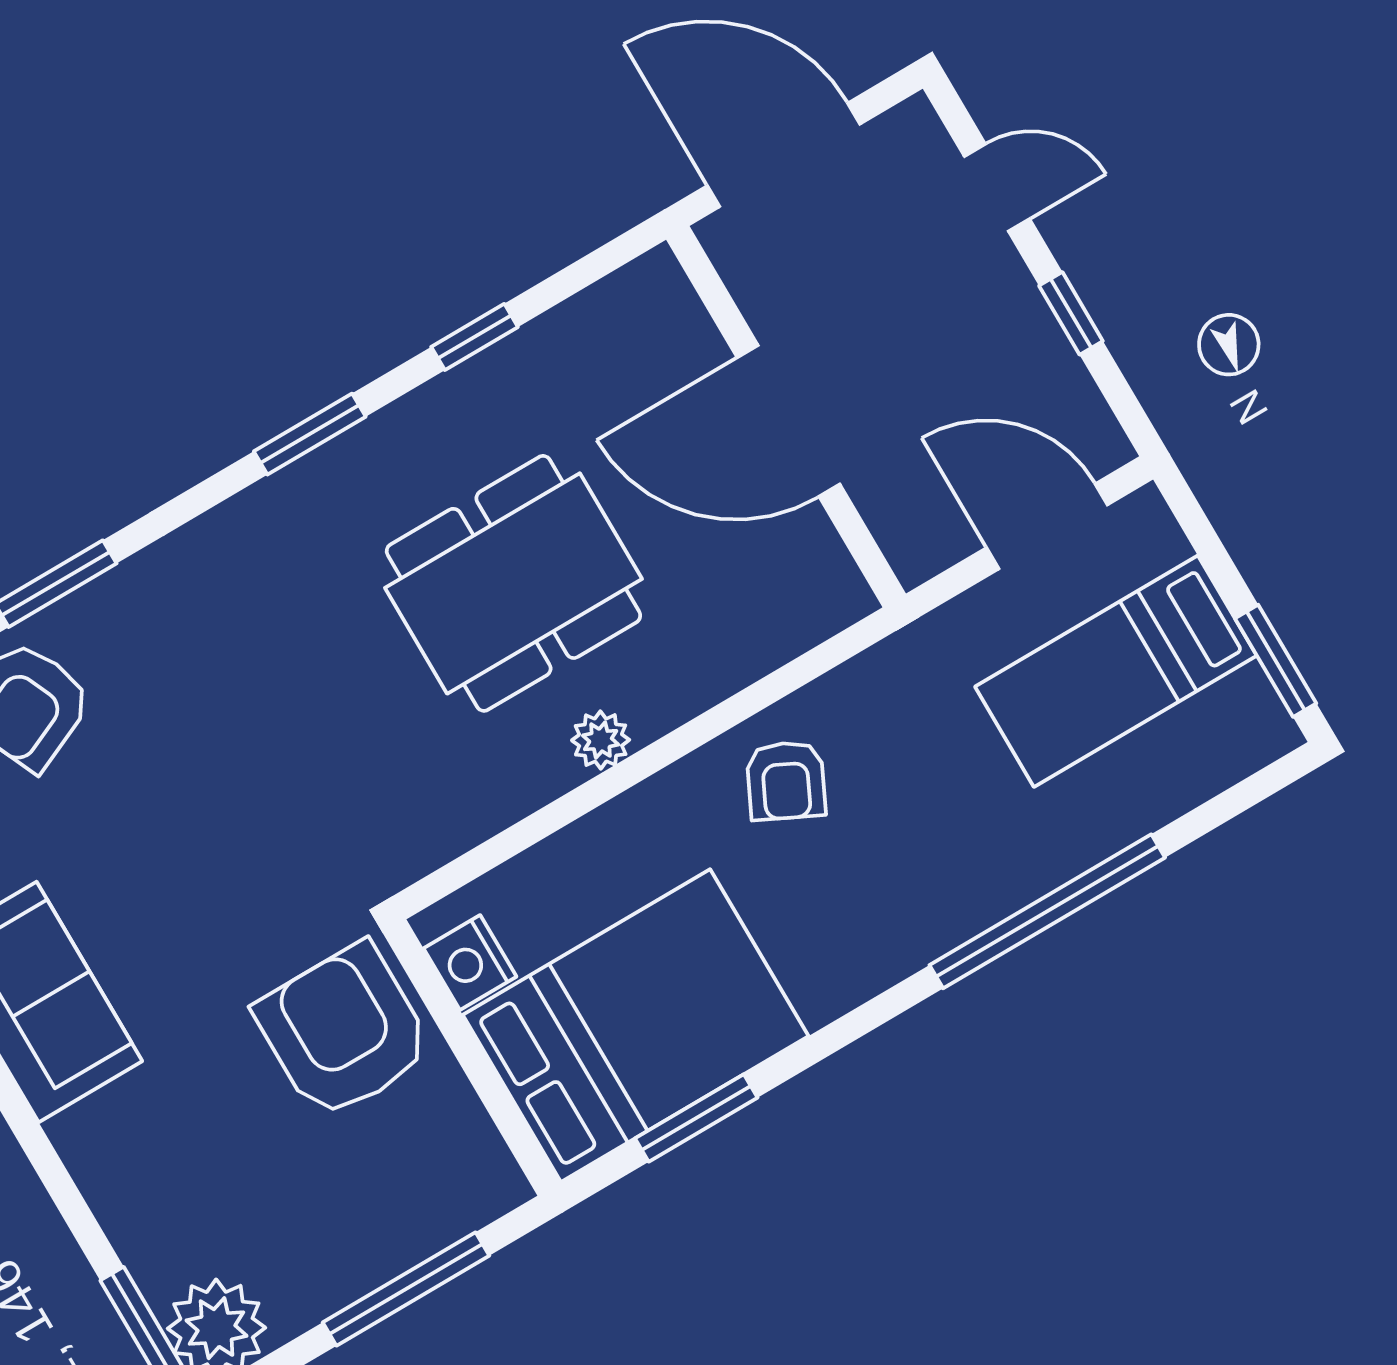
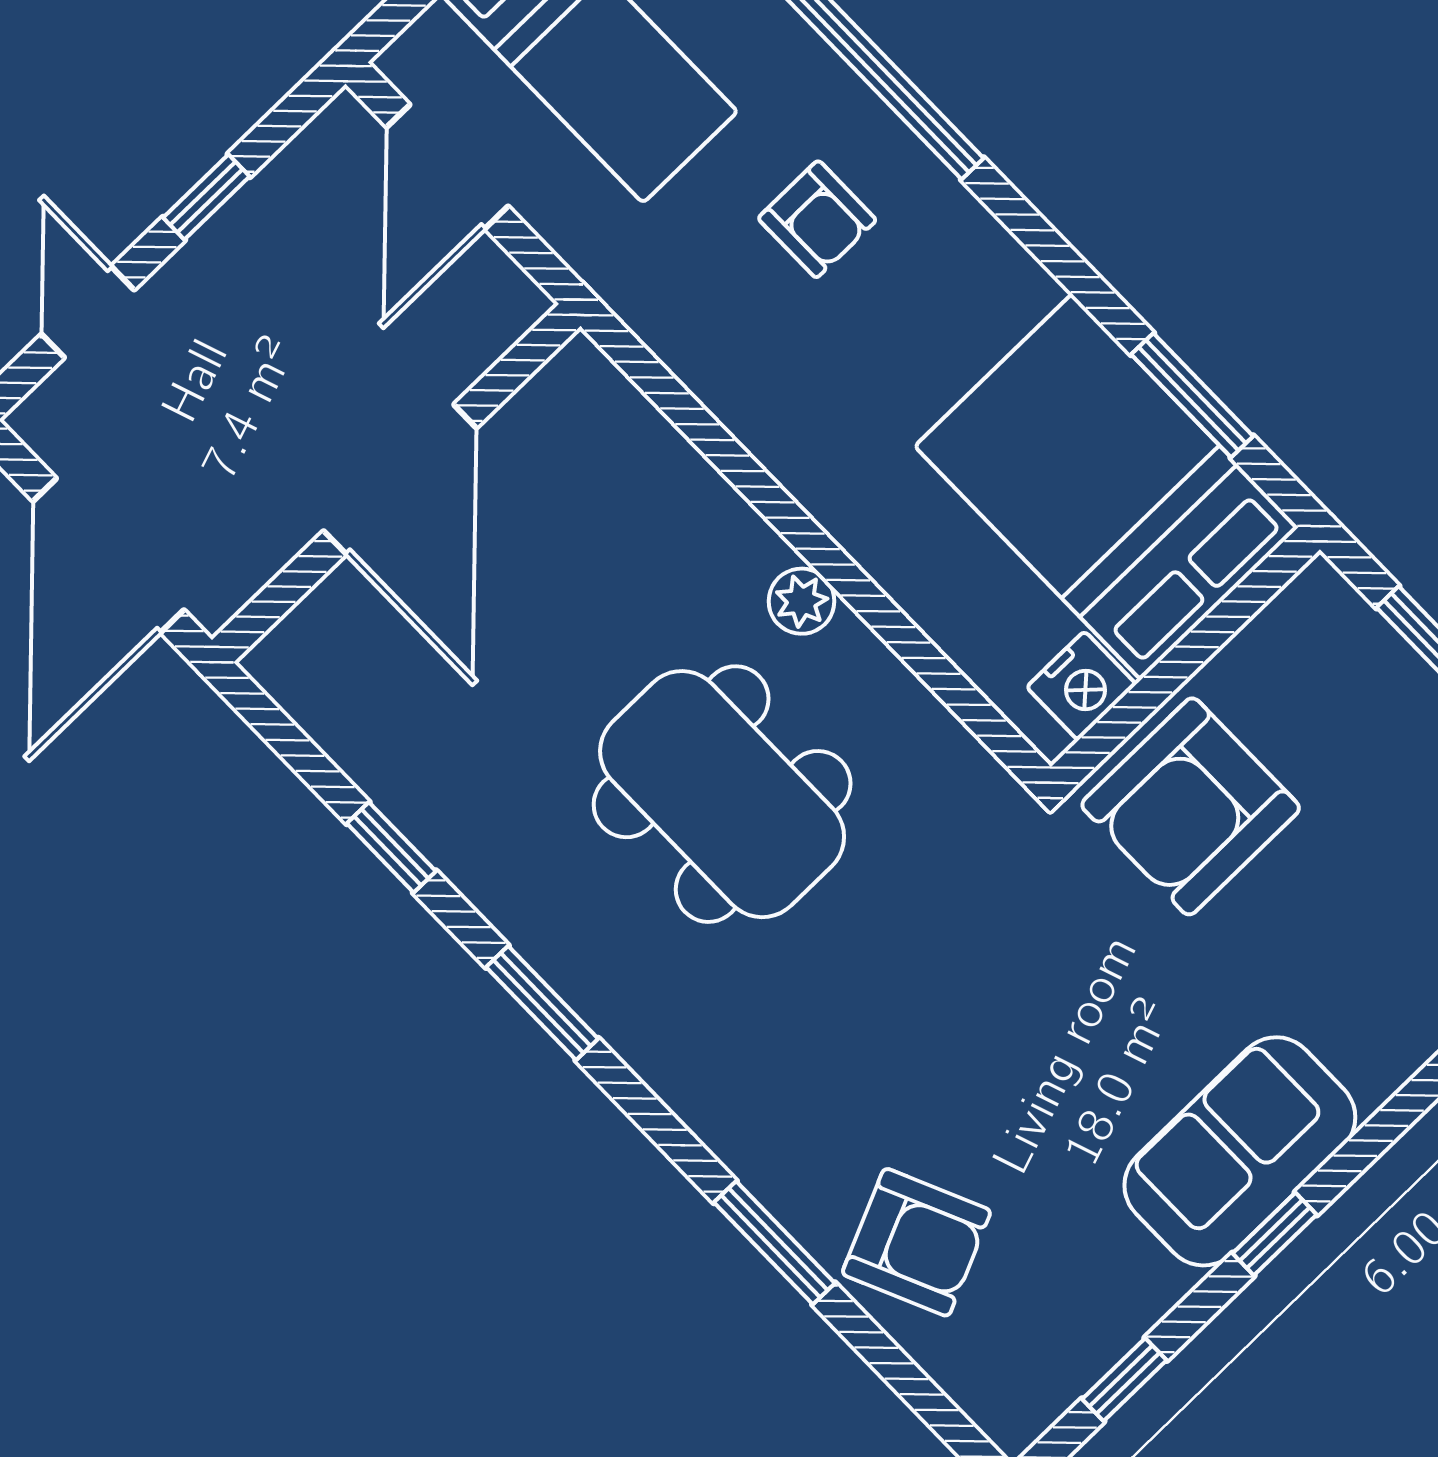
dining table: (513, 583) -> (722, 794), moved
armchair: (786, 781) -> (817, 219), moved, turned 64

